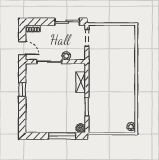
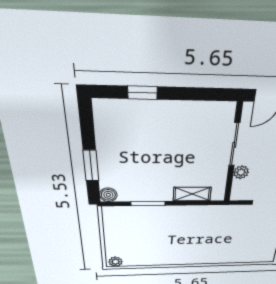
window: (22, 90) -> (143, 93), moved
window: (62, 136) -> (91, 166), width x0.69

